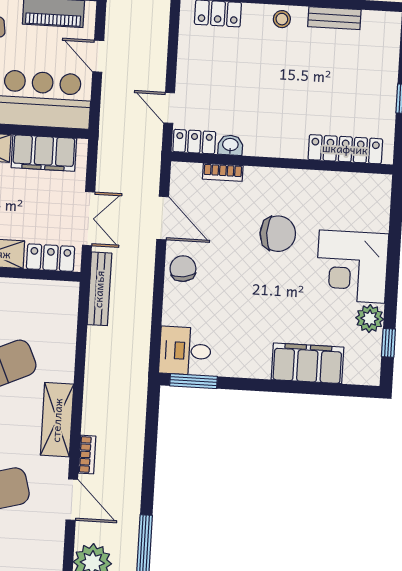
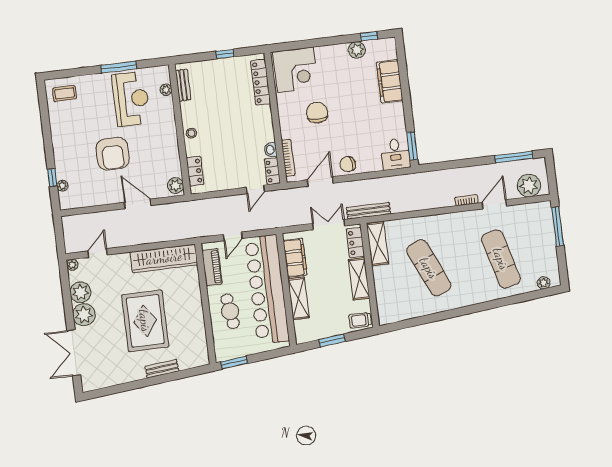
bench: (334, 18) -> (183, 85), moved
bookcase: (223, 172) -> (288, 158), width x1.56
corner desk: (352, 267) -> (295, 70), moved
shelving: (57, 420) -> (378, 244), moved, turned 90

